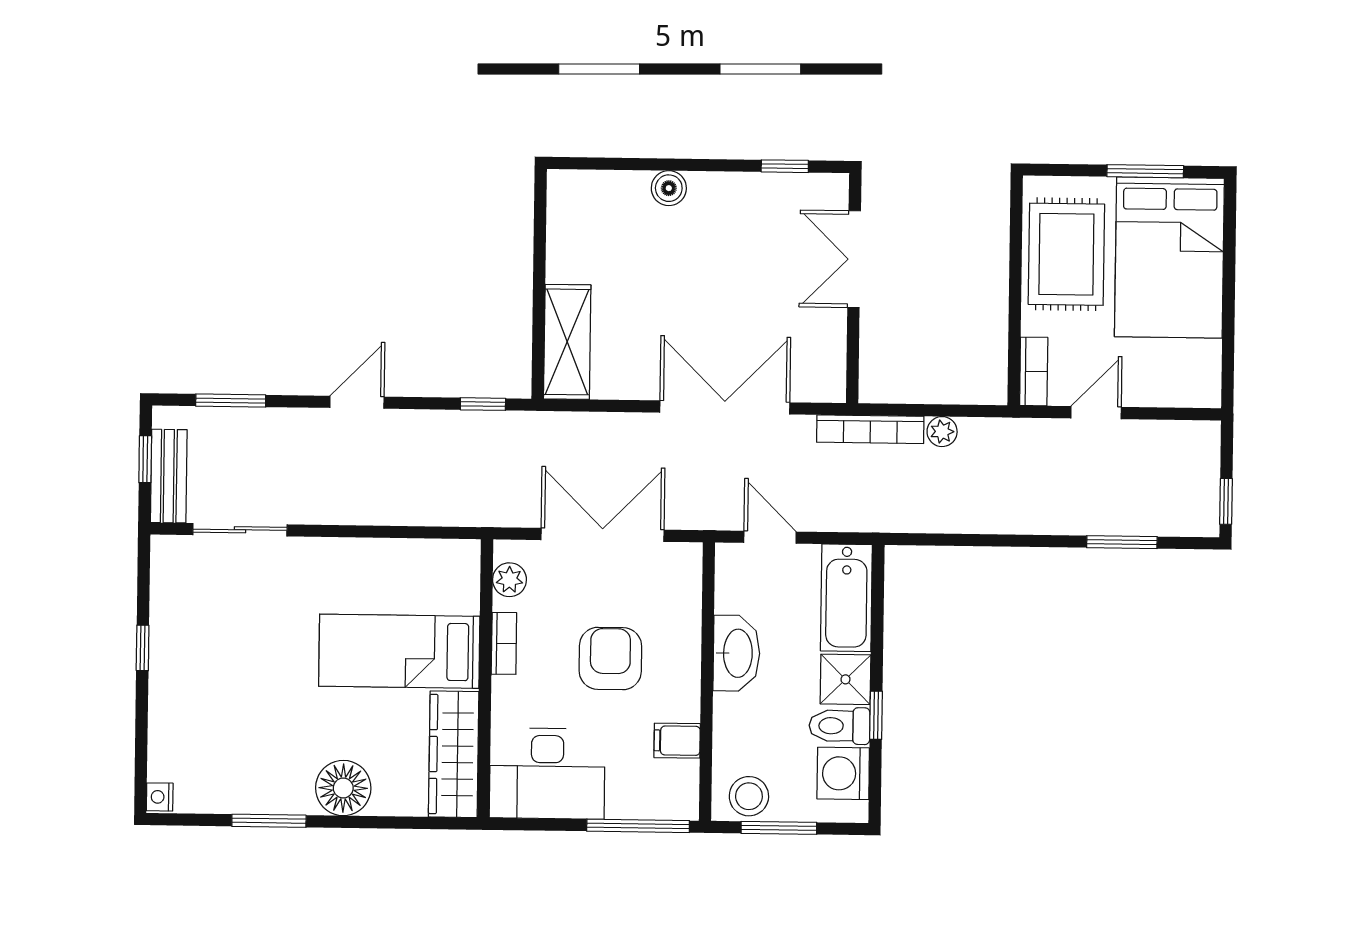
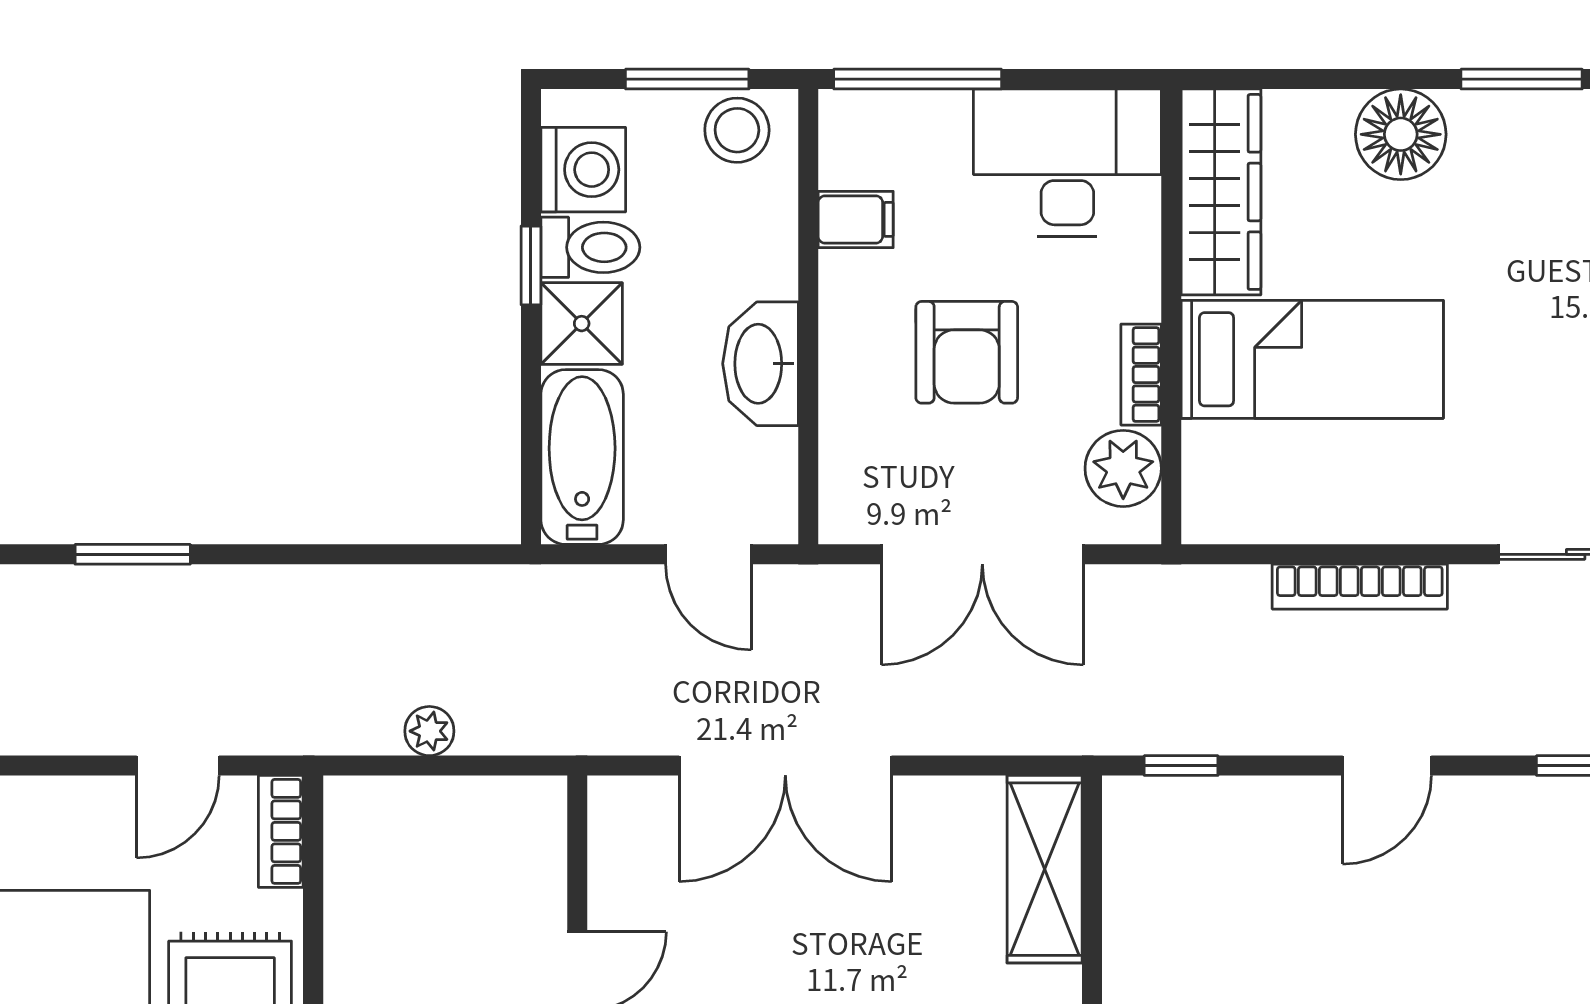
bookcase: (870, 429) -> (1360, 587), moved, turned 180
plant: (509, 580) -> (1123, 468), width x1.38, depth x1.38

